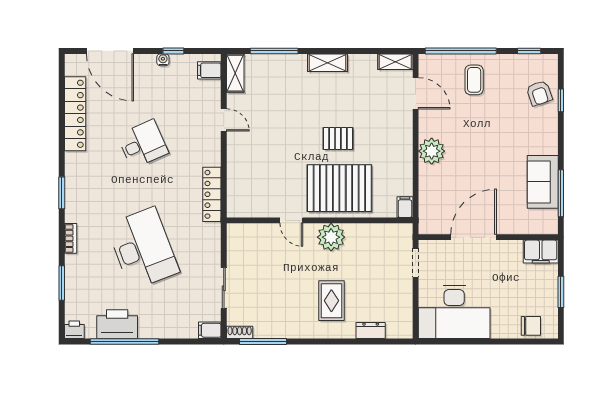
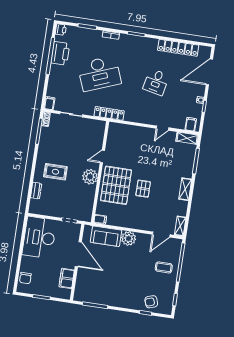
desk: (143, 144) -> (156, 82), turned 36
sofa: (543, 182) -> (106, 236), moved, turned 180
locker: (212, 194) -> (109, 113), moved
filing cabinet: (541, 252) -> (67, 278), moved

